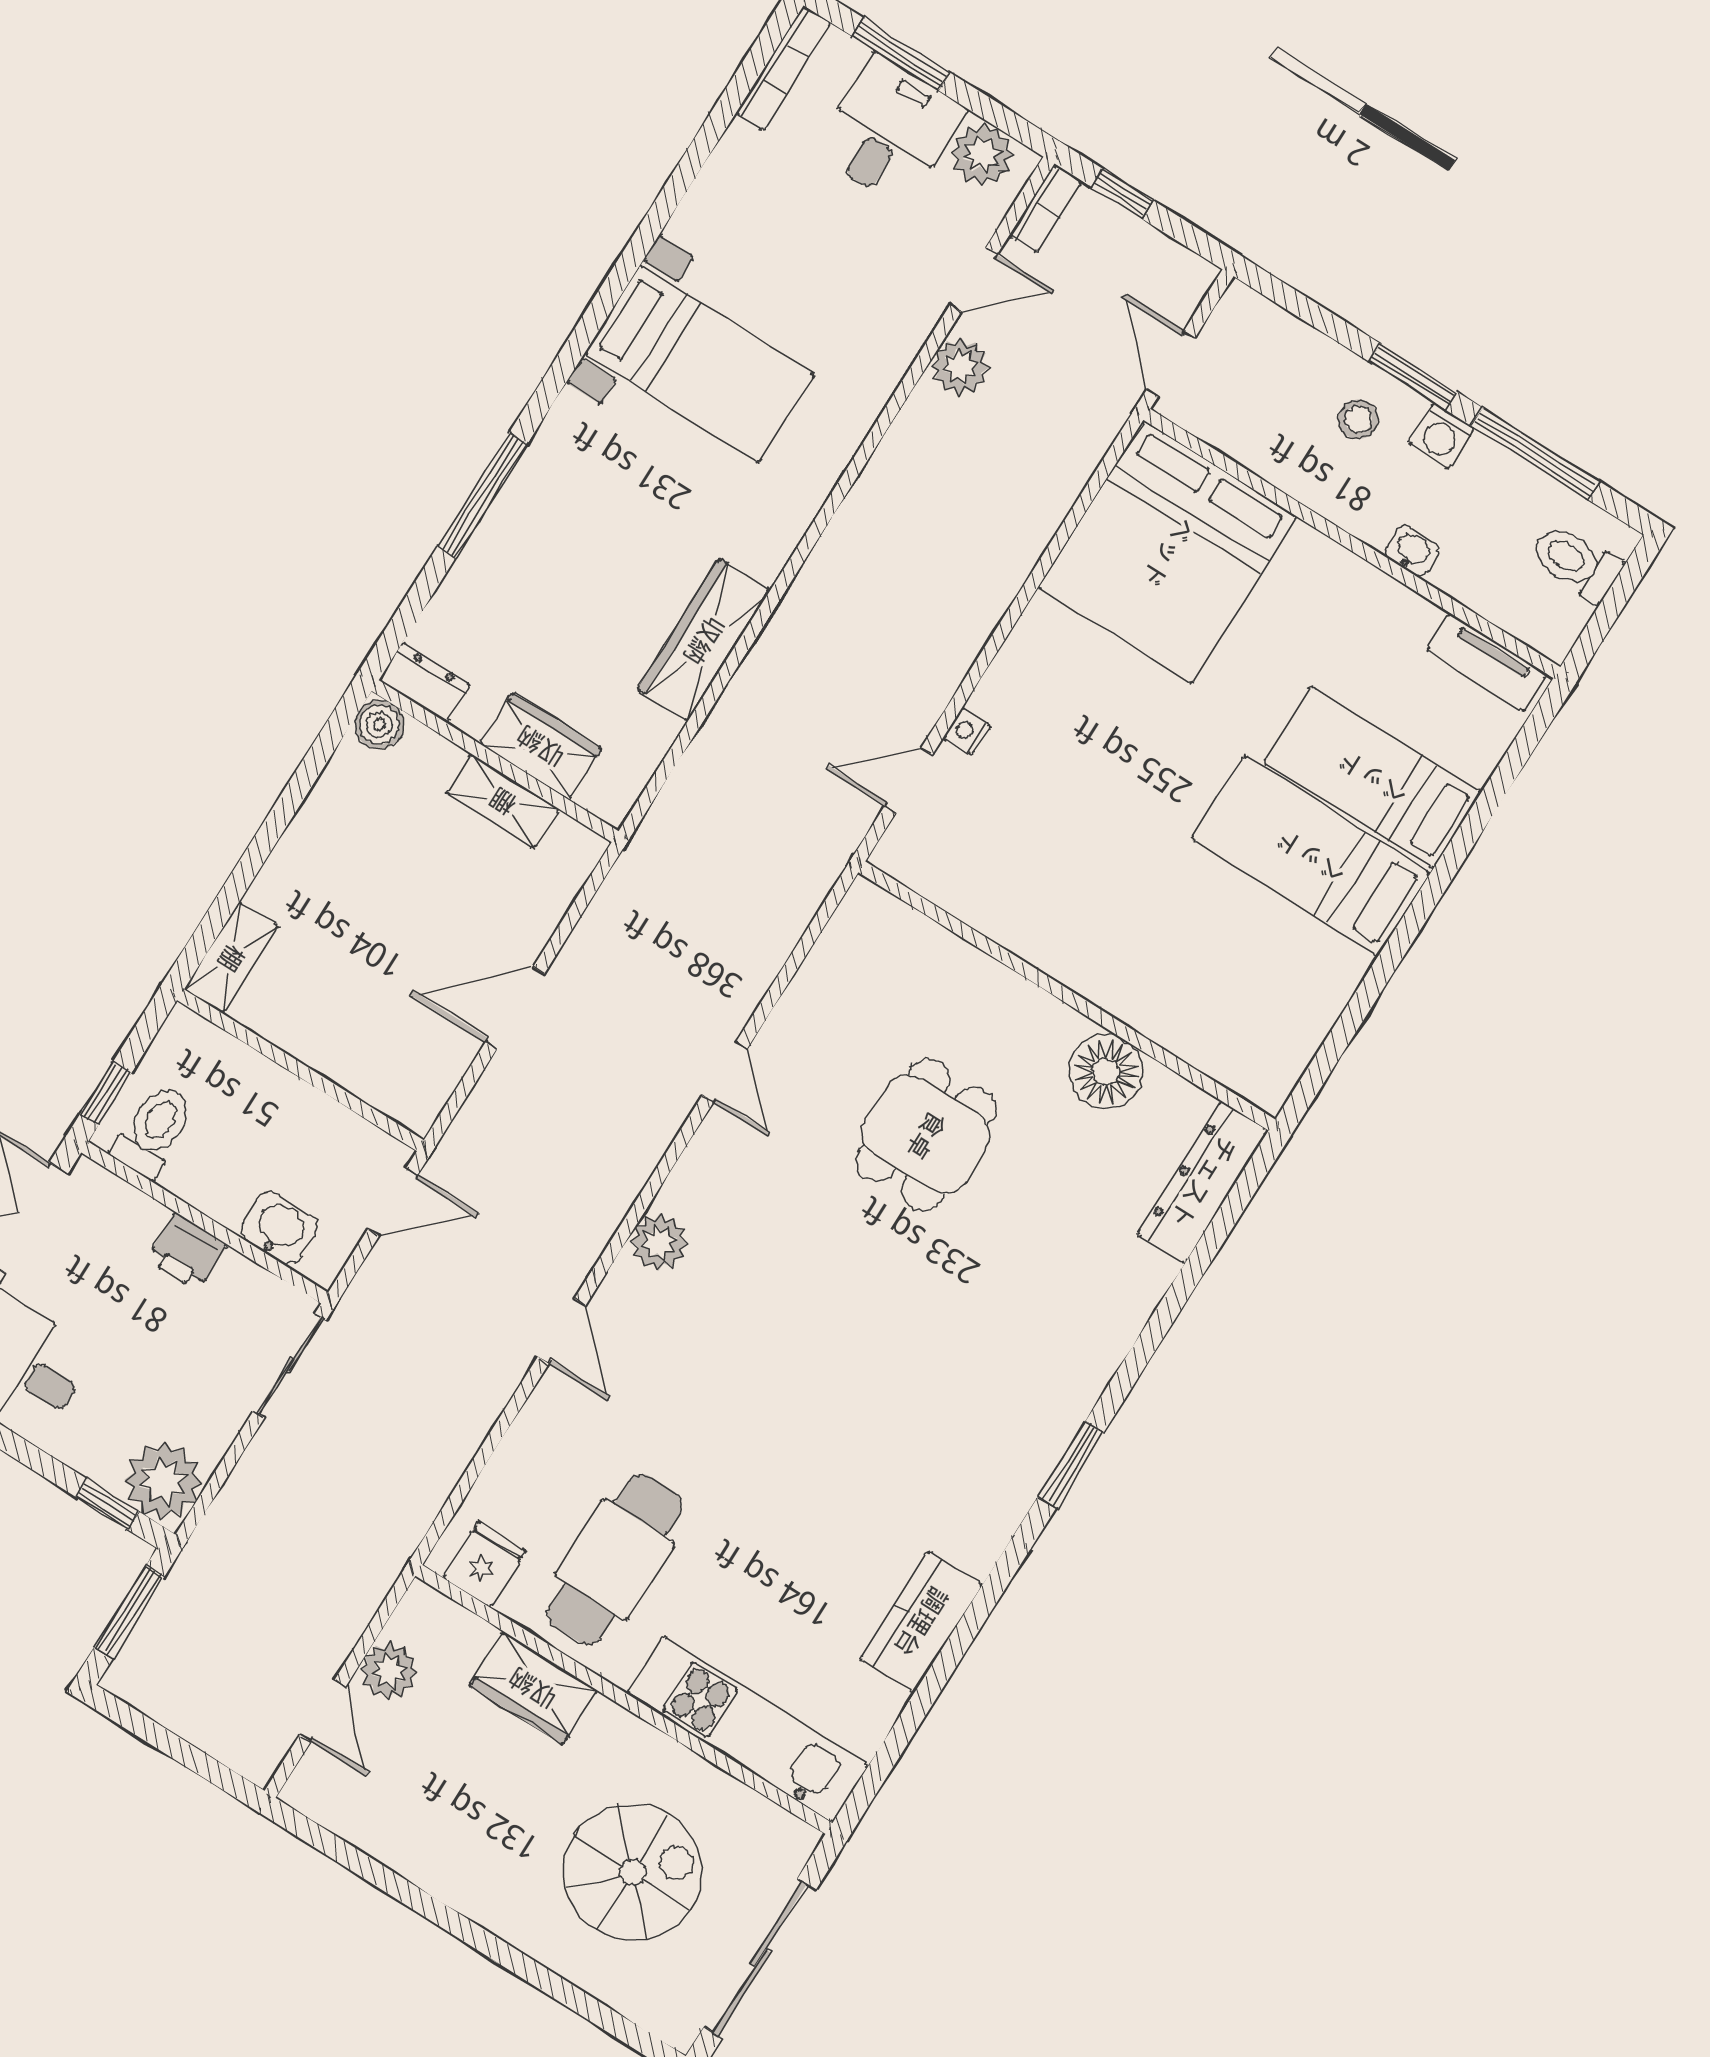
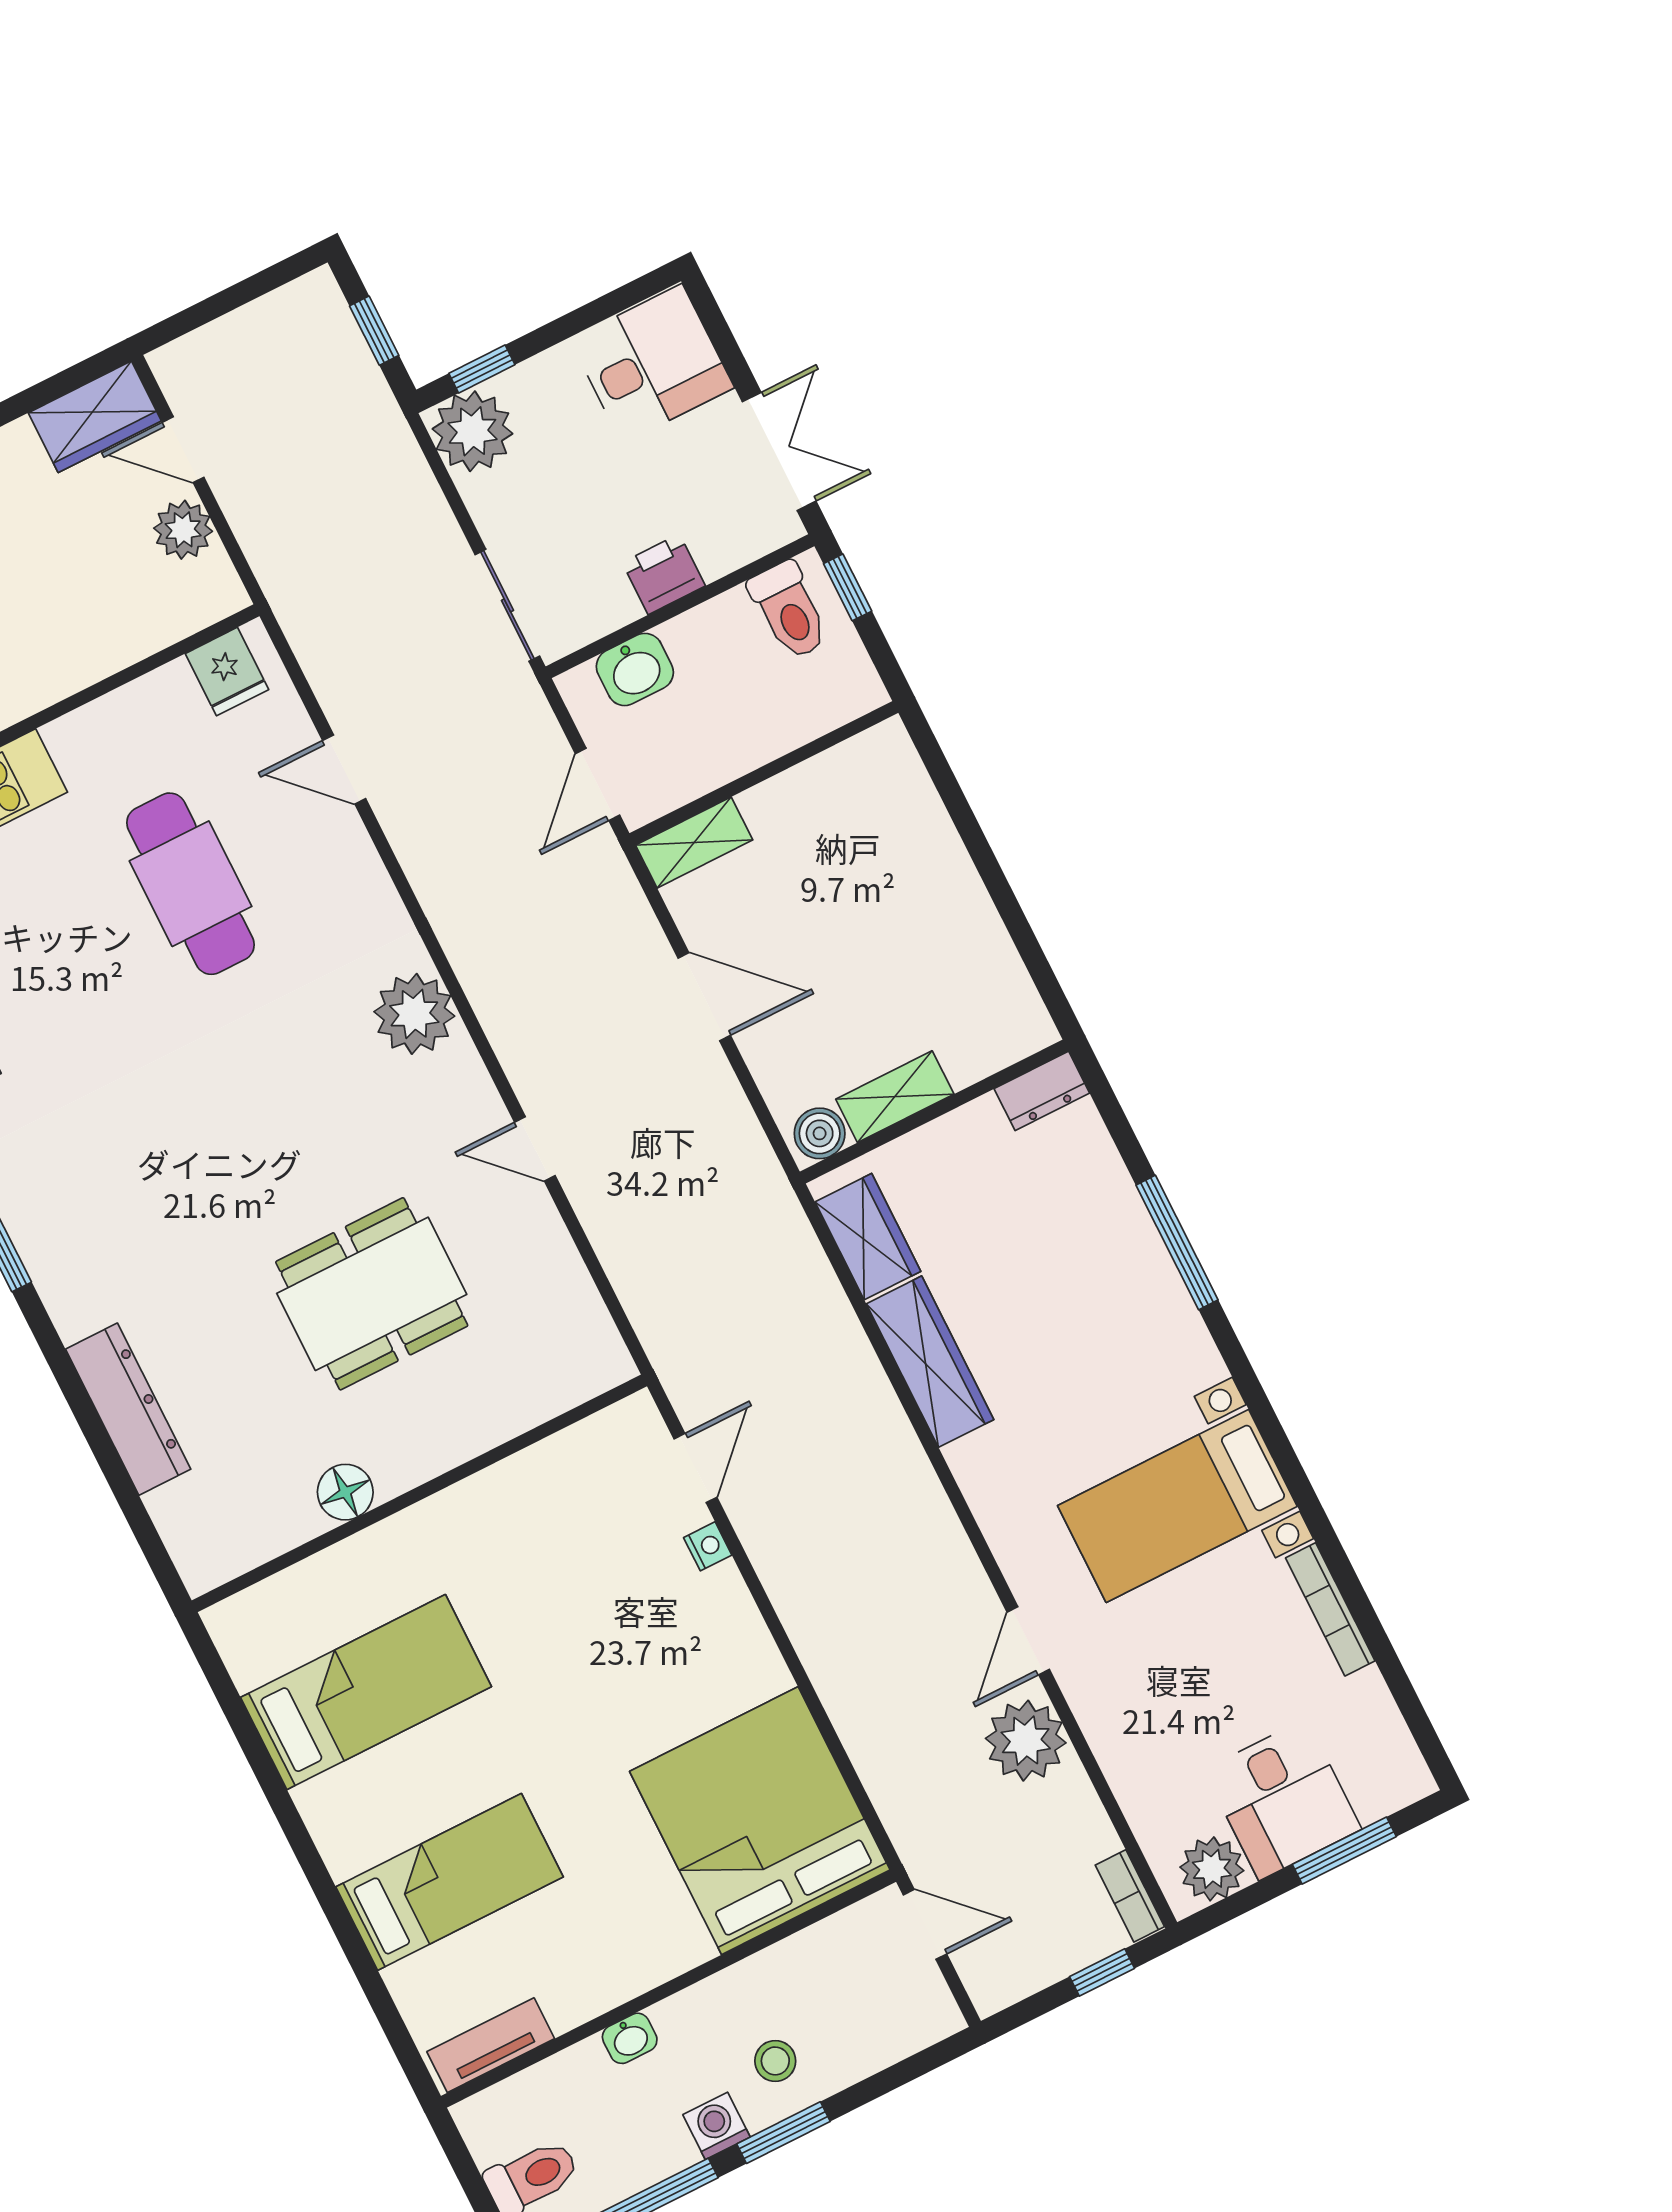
bookcase: (783, 68) -> (1330, 1609), moved
door: (973, 280) -> (1028, 1641), moved
plant: (960, 367) -> (1026, 1741), width x1.36, depth x1.36
boiler: (379, 724) -> (820, 1133), moved
wardrobe: (541, 746) -> (868, 1237), moved, turned -90
bed: (1311, 856) -> (366, 1692), moved
shelving: (231, 958) -> (694, 842), moved, turned 90
door: (515, 1008) -> (704, 997), hinge flipped
floor lamp: (1106, 1072) -> (345, 1492), width x0.73, depth x0.73
dining table: (926, 1135) -> (372, 1294), width x1.38
dresser: (1203, 1182) -> (128, 1409), moved
plant: (659, 1242) -> (414, 1014), width x1.36, depth x1.36
door: (562, 1331) -> (344, 770), moved
cafe table: (615, 1559) -> (191, 884), moved
window: (129, 1612) -> (374, 331), width x0.67
wardrobe: (533, 1688) -> (95, 417), moved, turned 180

